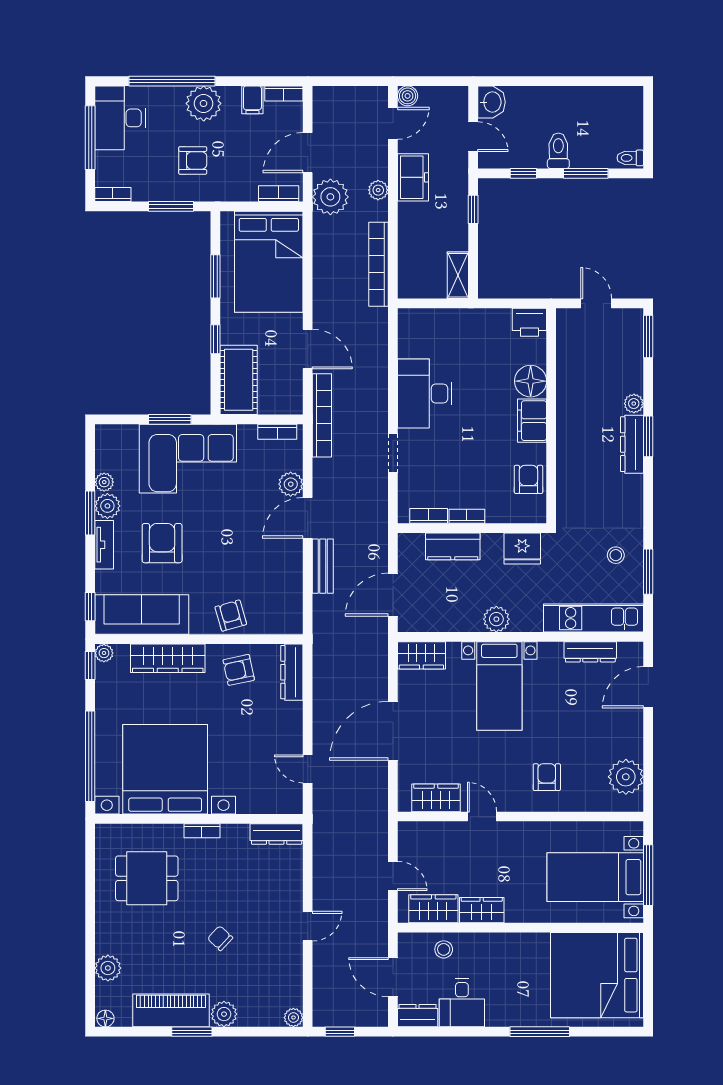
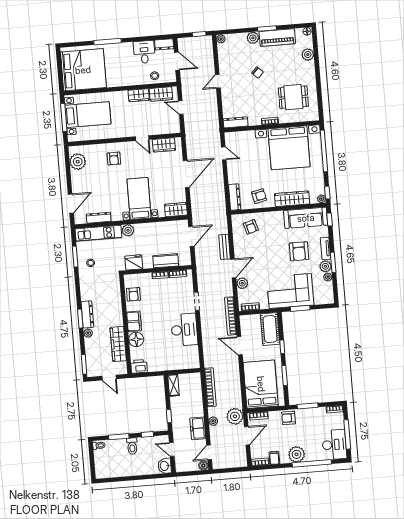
armchair: (193, 160) -> (289, 418), moved
wardrobe: (570, 374) -> (118, 344), added
armchair: (231, 616) -> (251, 227), moved
plant: (496, 619) -> (128, 230), moved

